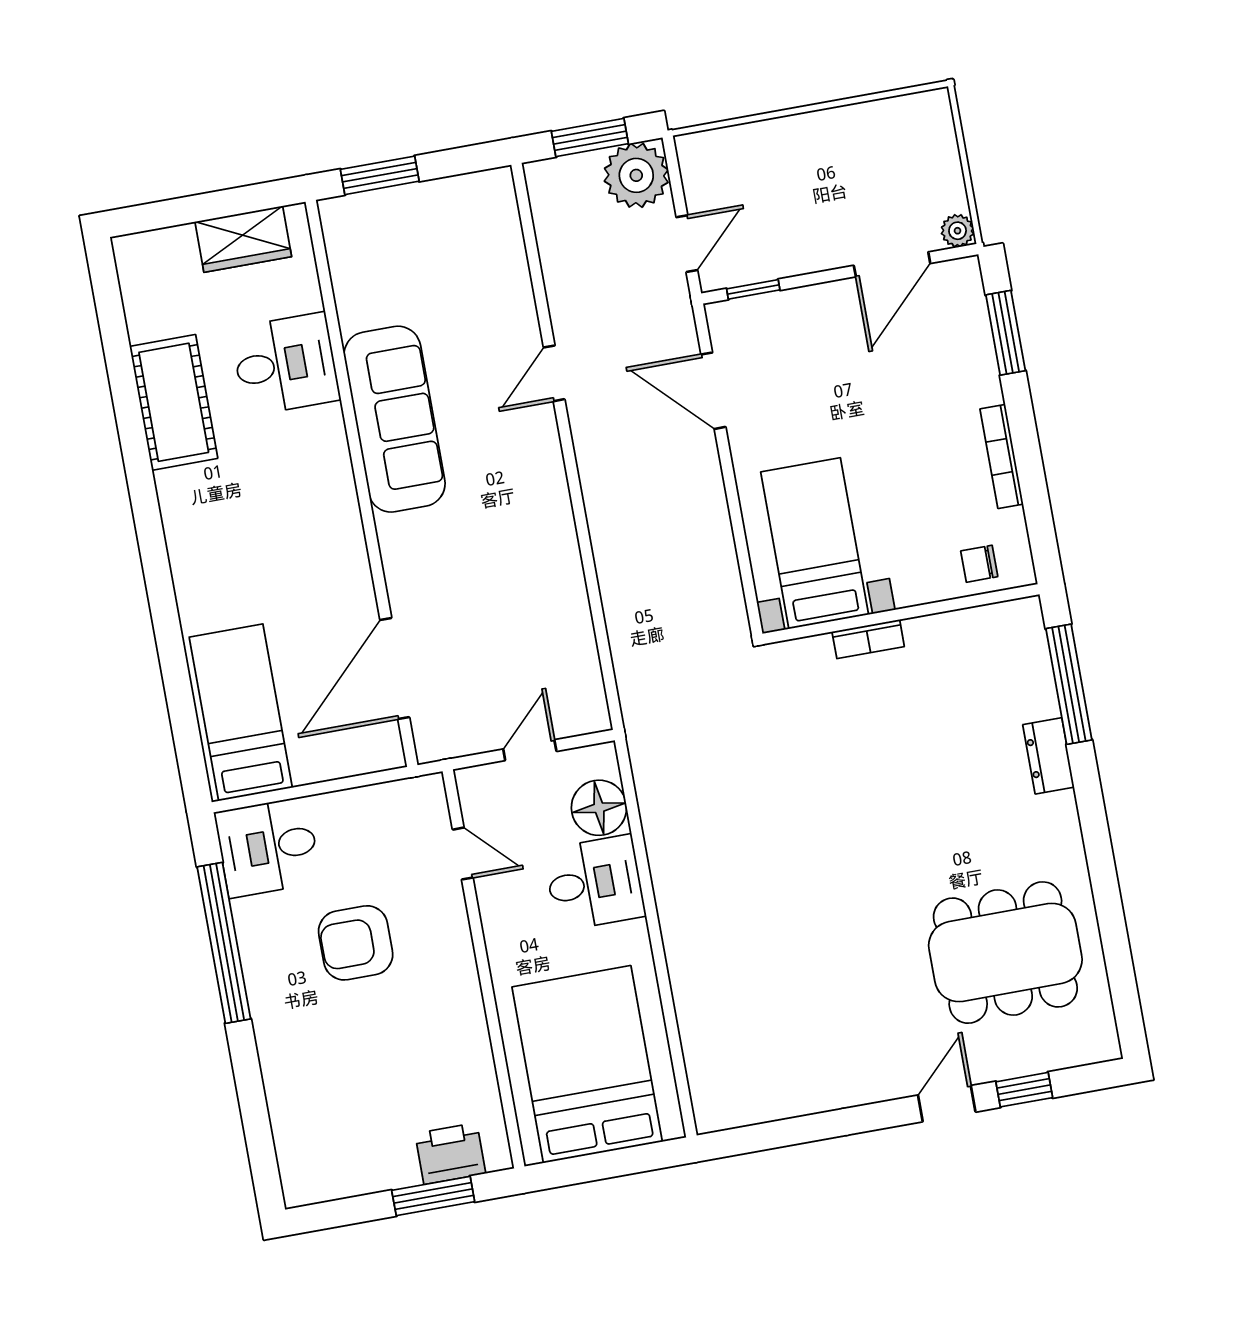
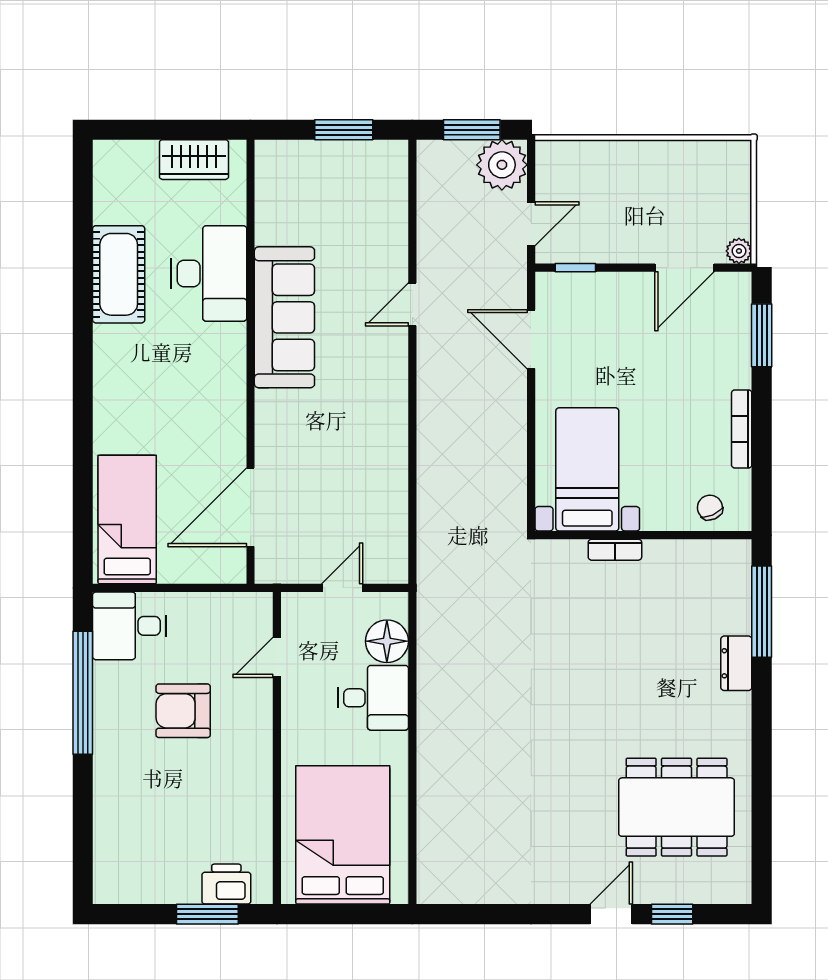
window: (380, 175) -> (344, 130), moved
desk: (285, 364) -> (209, 273), width x1.37
chair: (979, 564) -> (710, 508), turned 66
door: (463, 854) -> (277, 657), swing flipped

